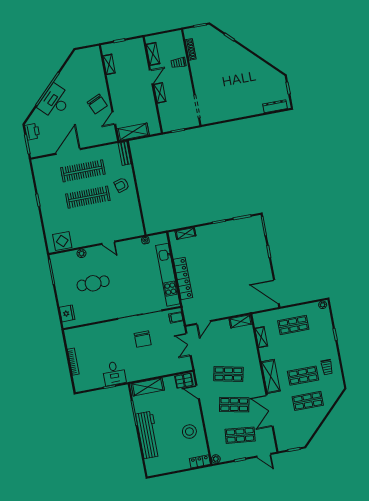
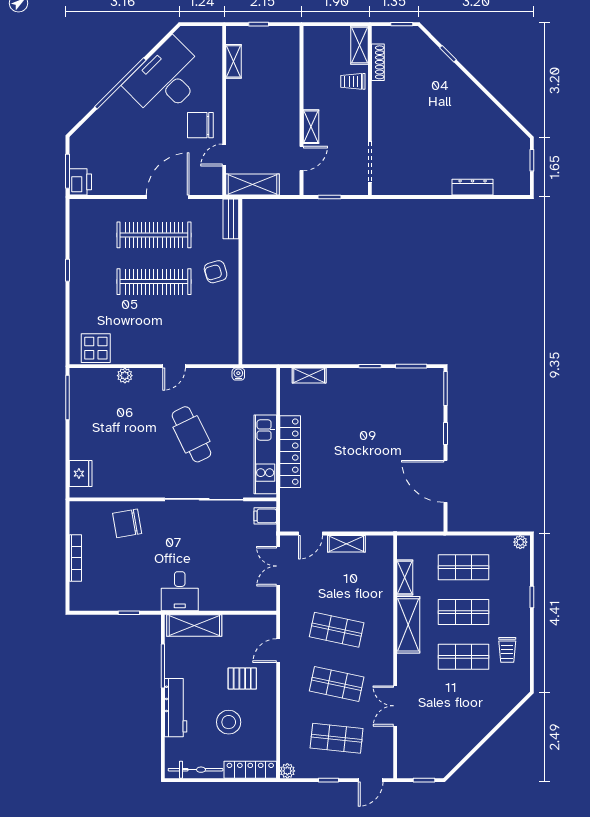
shelving: (153, 54) -> (359, 45), moved
door: (151, 77) -> (302, 158), moved
desk: (55, 102) -> (166, 79), moved, width x1.36, depth x1.30
chair: (97, 104) -> (200, 125), turned 114
dresser: (275, 106) -> (473, 187), moved
printer: (32, 132) -> (80, 182), moved
door: (68, 151) -> (168, 197), moved
door: (108, 243) -> (174, 366), hinge flipped
kitchen unit: (168, 275) -> (265, 454), width x0.73
cafe table: (93, 283) -> (191, 434), moved, turned 64
door: (276, 292) -> (446, 481), moved
shelving: (241, 321) -> (346, 544), moved
chair: (143, 339) -> (127, 523), moved, turned 80
desk: (114, 373) -> (180, 591), moved
shelving: (271, 376) -> (408, 625), moved
pallet: (184, 381) -> (242, 678), moved
door: (198, 392) -> (278, 651), hinge flipped
shop shelf: (308, 401) -> (464, 612), moved
double door: (270, 411) -> (395, 706), width x0.73
stool: (189, 432) -> (229, 722), moved
workbench: (148, 435) -> (176, 708), width x0.73, depth x0.76
door: (264, 455) -> (371, 780), hinge flipped
locker: (200, 461) -> (250, 770), width x1.53
bicycle: (164, 468) -> (196, 770), added

